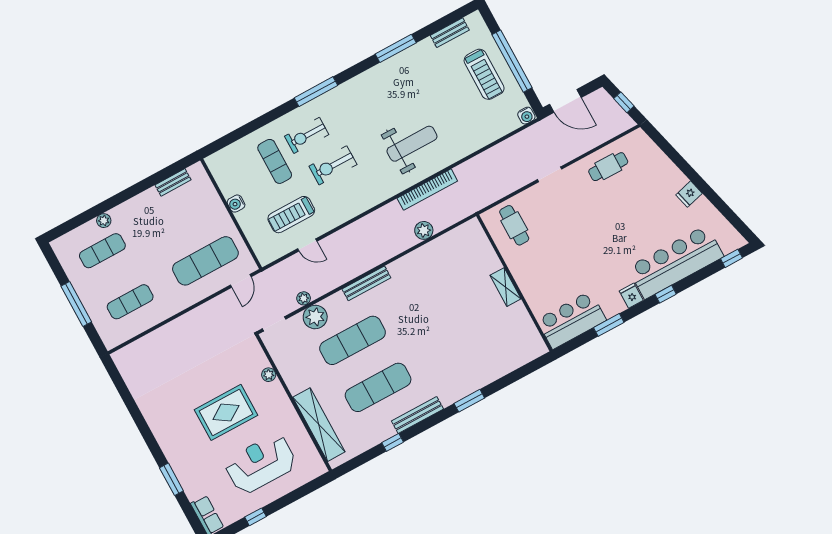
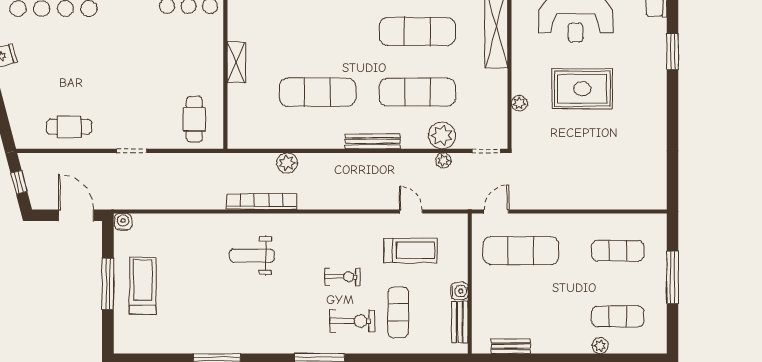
bench: (450, 33) -> (460, 322), moved, turned 90
window: (512, 61) -> (108, 284), width x0.68
weight bench: (412, 144) -> (252, 256), width x0.73, depth x0.75
exercise bike: (333, 165) -> (342, 277), width x0.73, depth x0.72
exercise mat: (430, 298) -> (318, 92), added

